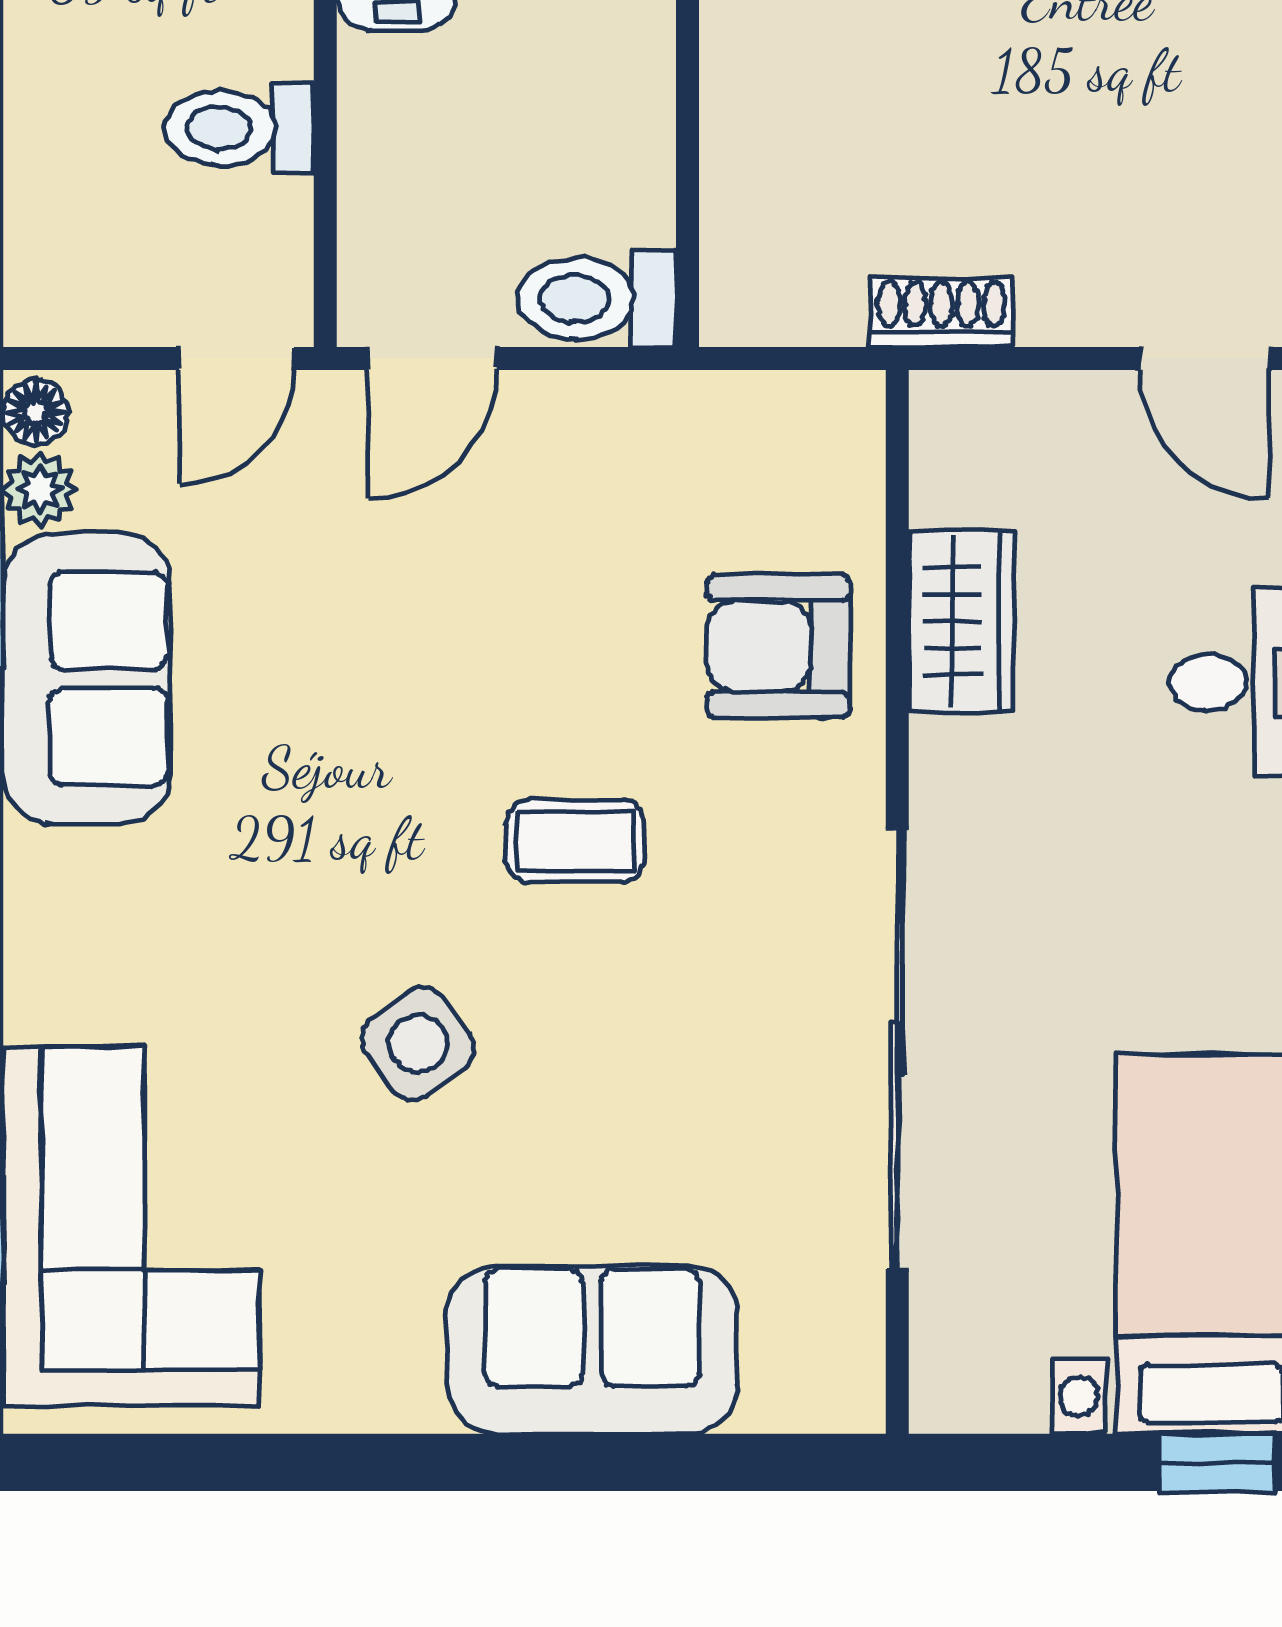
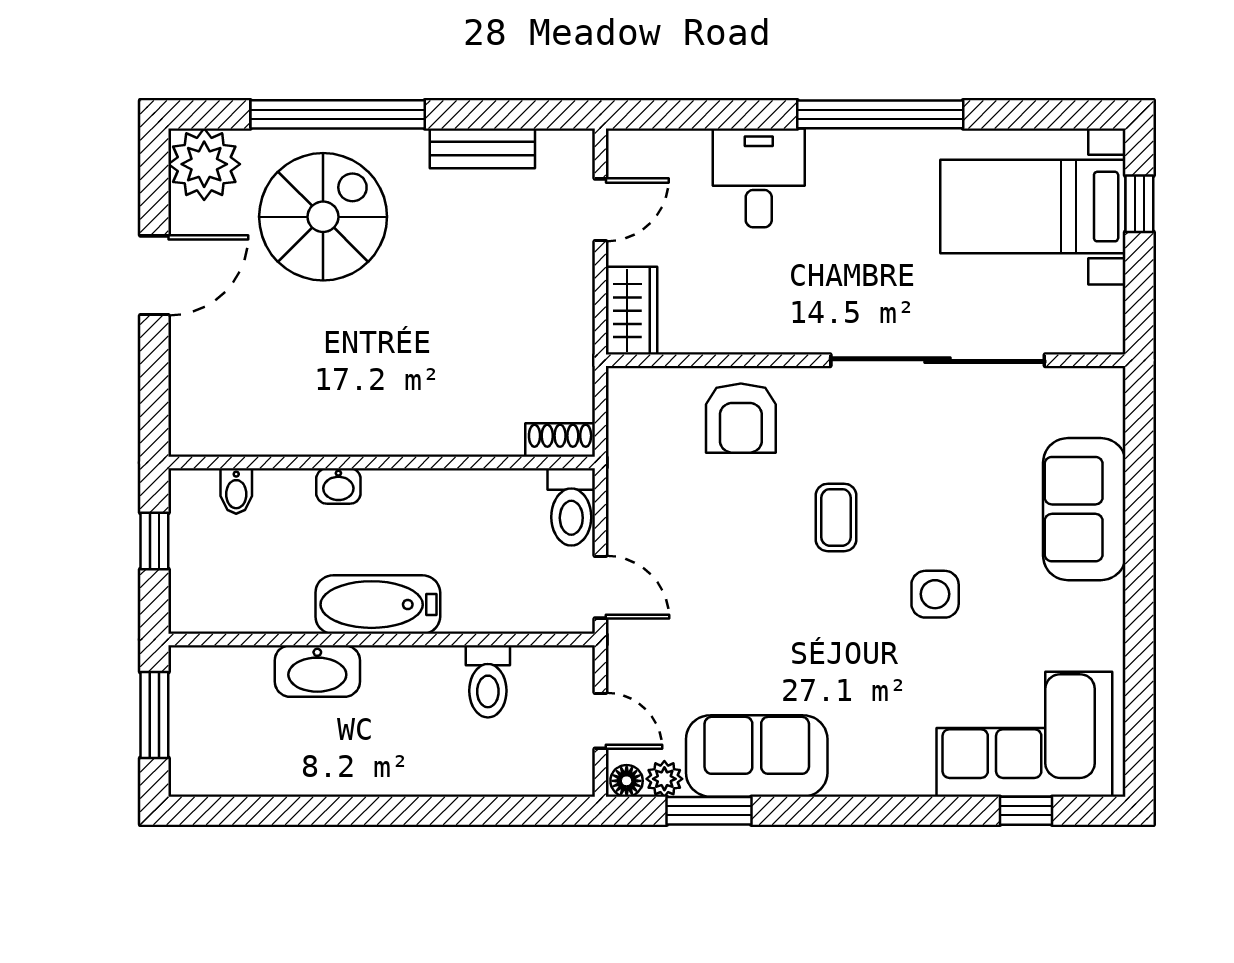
shoe rack: (942, 312) -> (560, 440), moved, turned 90
door: (237, 358) -> (600, 721), moved
wardrobe: (961, 622) -> (632, 311), moved, turned 90
side table: (418, 1044) -> (935, 594), turned 35

